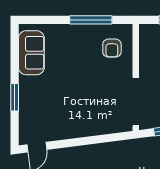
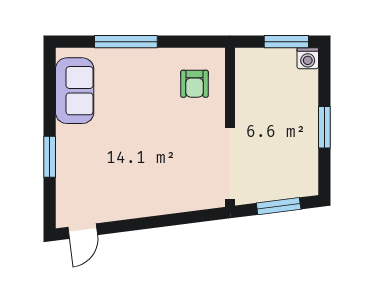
window: (91, 20) -> (126, 42), moved

